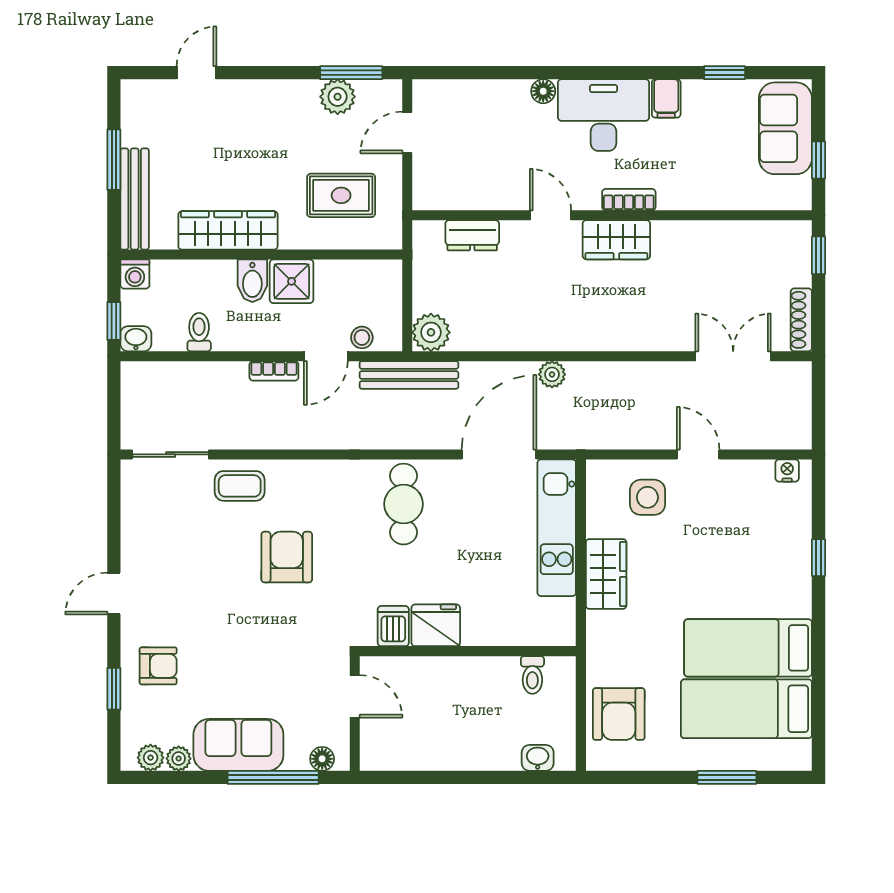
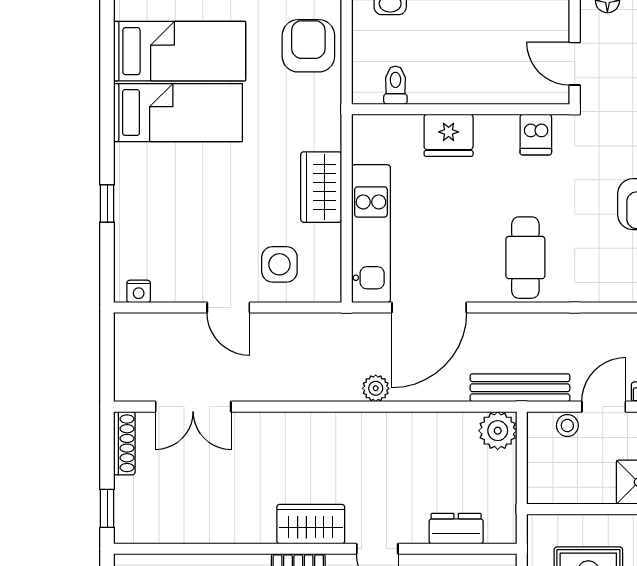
fridge: (436, 625) -> (449, 135), moved

